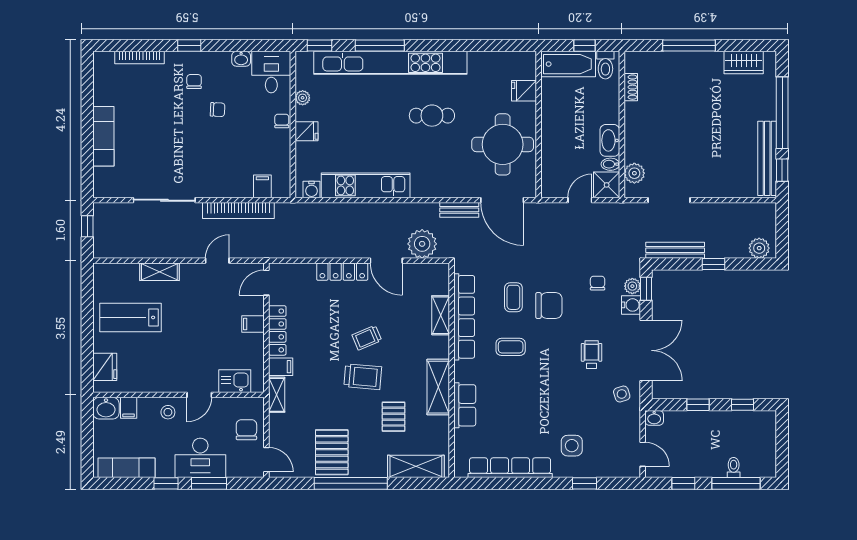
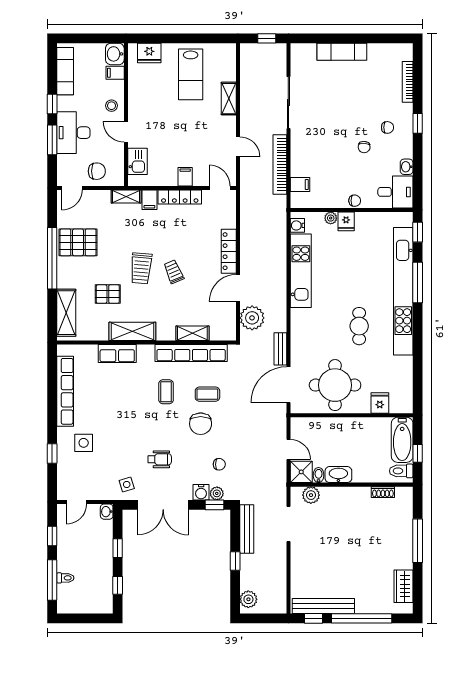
plant: (303, 98) -> (331, 218), moved
lab bench: (130, 317) -> (191, 74), turned 180

